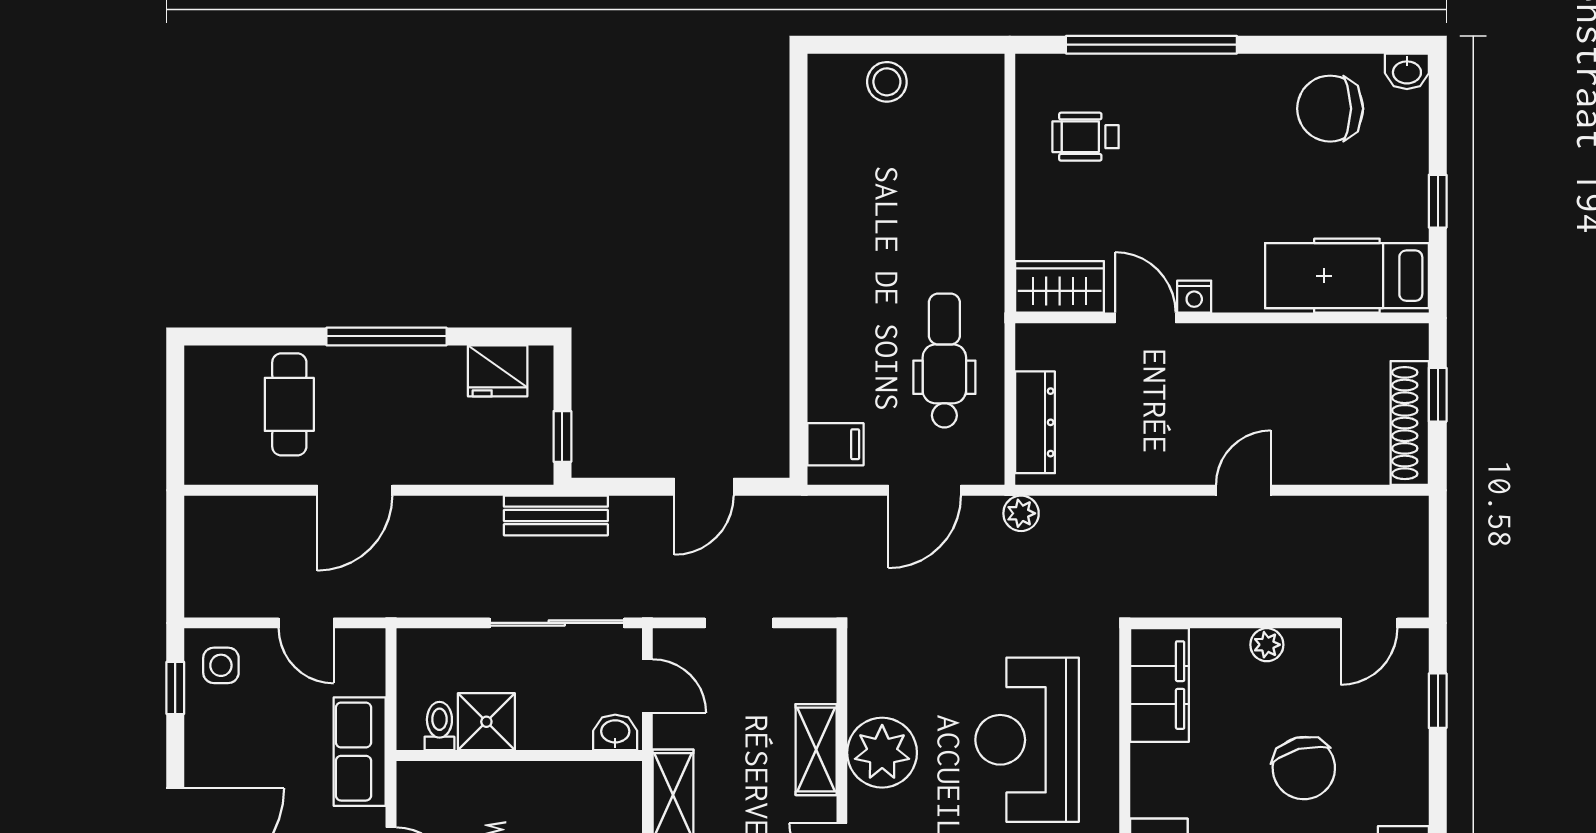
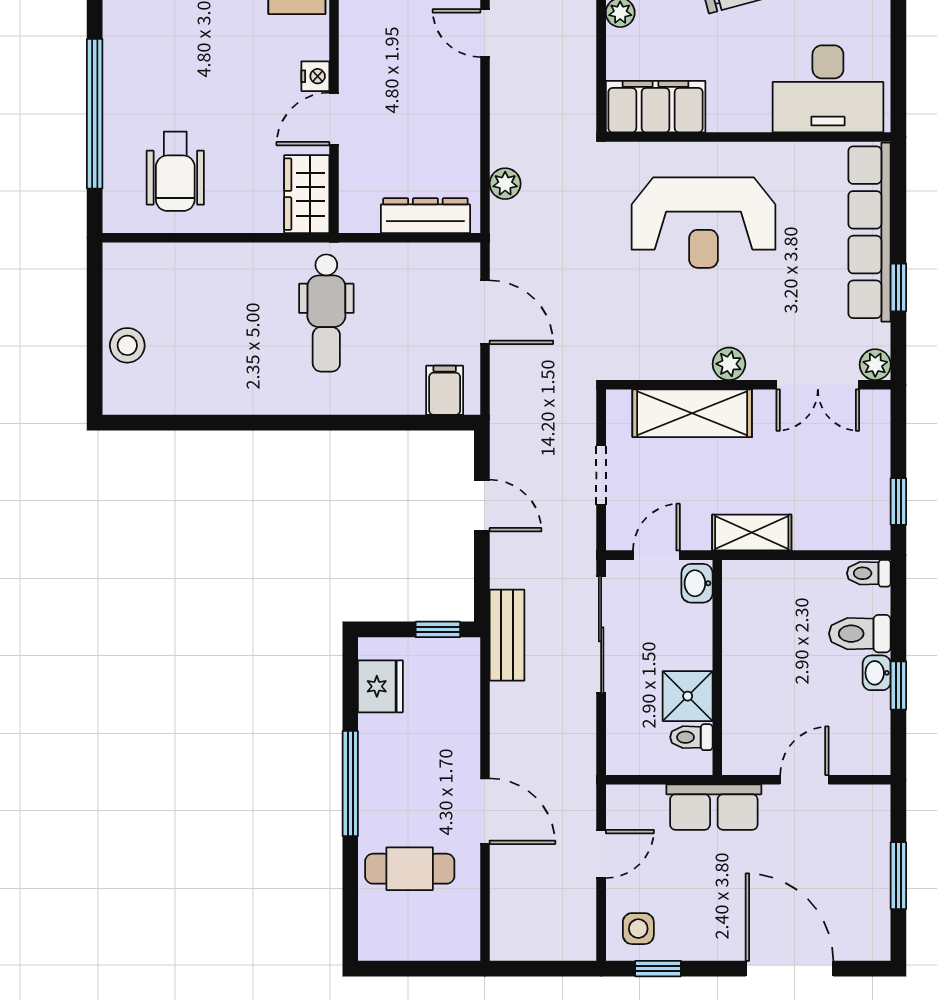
wheelchair: (1086, 137) -> (175, 171), width x1.36, depth x1.37
dental chair: (944, 361) -> (326, 313), moved, turned -90
plant: (1021, 513) -> (505, 184), moved
shelving: (816, 750) -> (692, 413), width x1.50, depth x1.33
plant: (882, 753) -> (729, 364), width x0.53, depth x0.53

